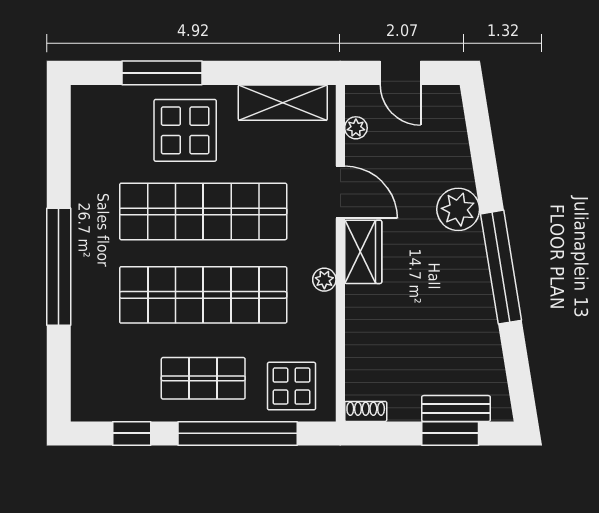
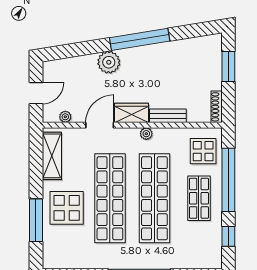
bench: (456, 409) -> (168, 116), moved, turned 90
shoe rack: (366, 411) -> (217, 107), width x1.43

